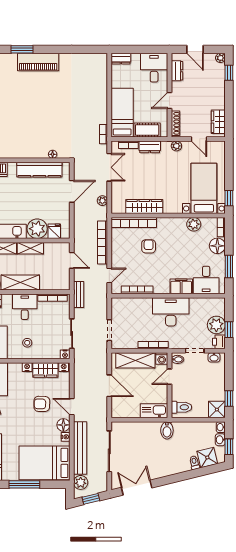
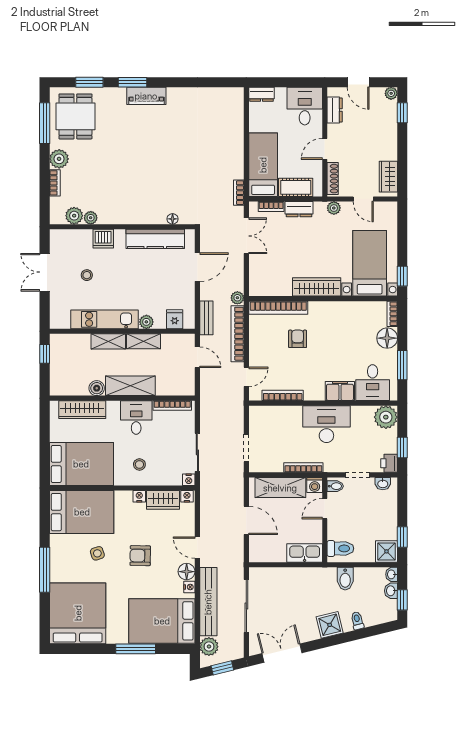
piano: (38, 62) -> (146, 96), width x0.73, depth x0.75
plant: (102, 201) -> (237, 298), moved
wardrobe: (144, 206) -> (317, 287), moved
plant: (194, 224) -> (356, 310), removed
plant: (37, 229) -> (146, 322), width x0.53, depth x0.53
bench: (79, 295) -> (206, 318), moved
plant: (216, 325) -> (386, 417), moved
armchair: (42, 404) -> (140, 556), moved
bidet: (167, 430) -> (345, 579), moved
shower: (207, 457) -> (330, 625), moved

